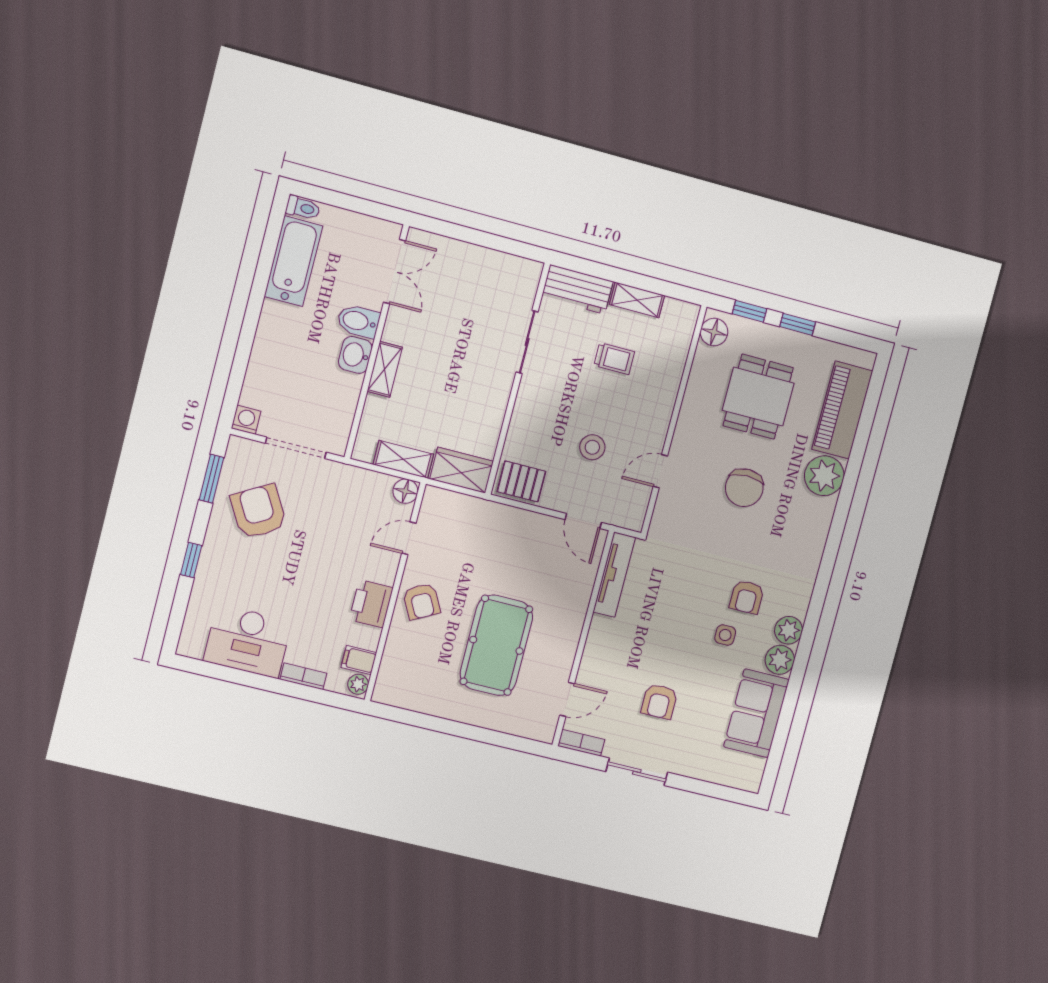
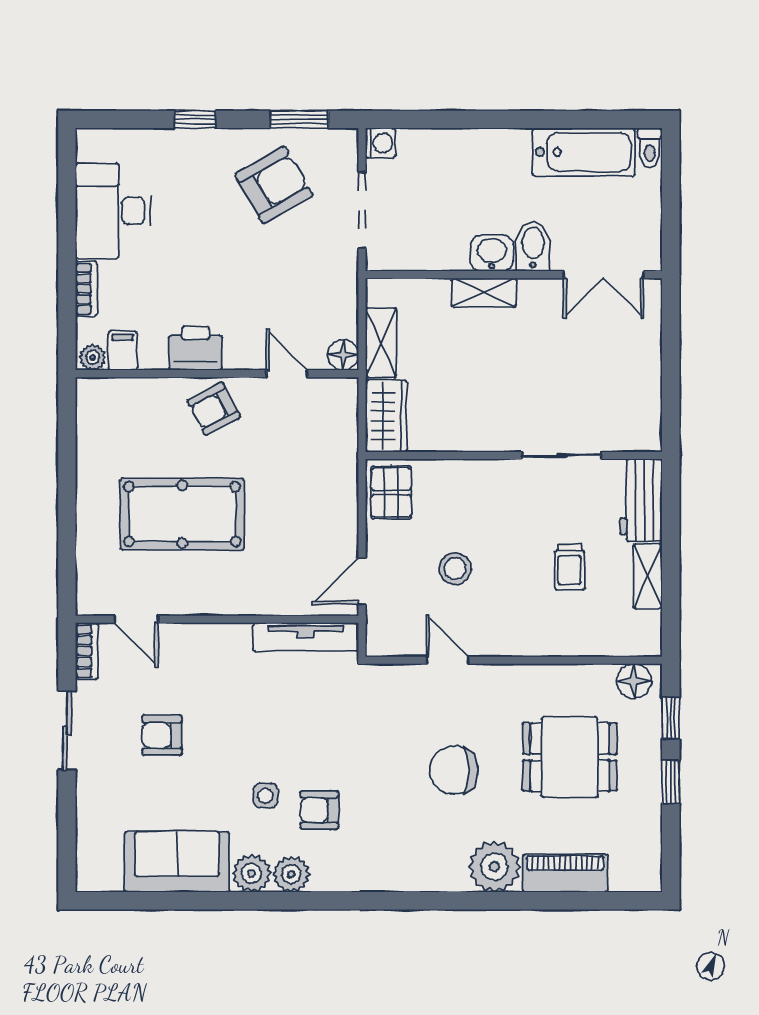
piano: (842, 410) -> (565, 873), width x0.73, depth x0.75

